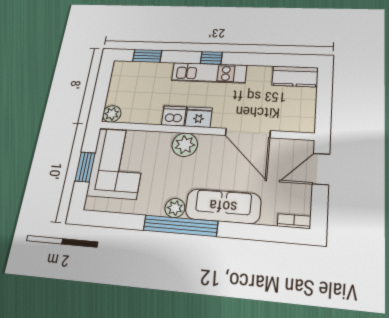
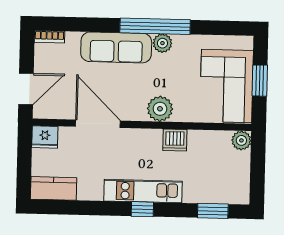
fridge: (199, 117) -> (45, 137), moved

